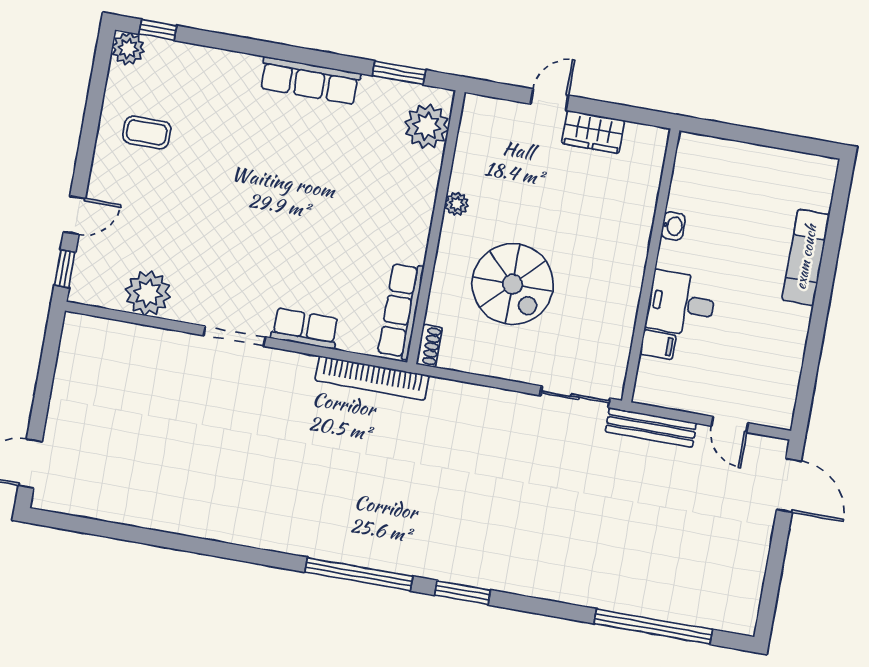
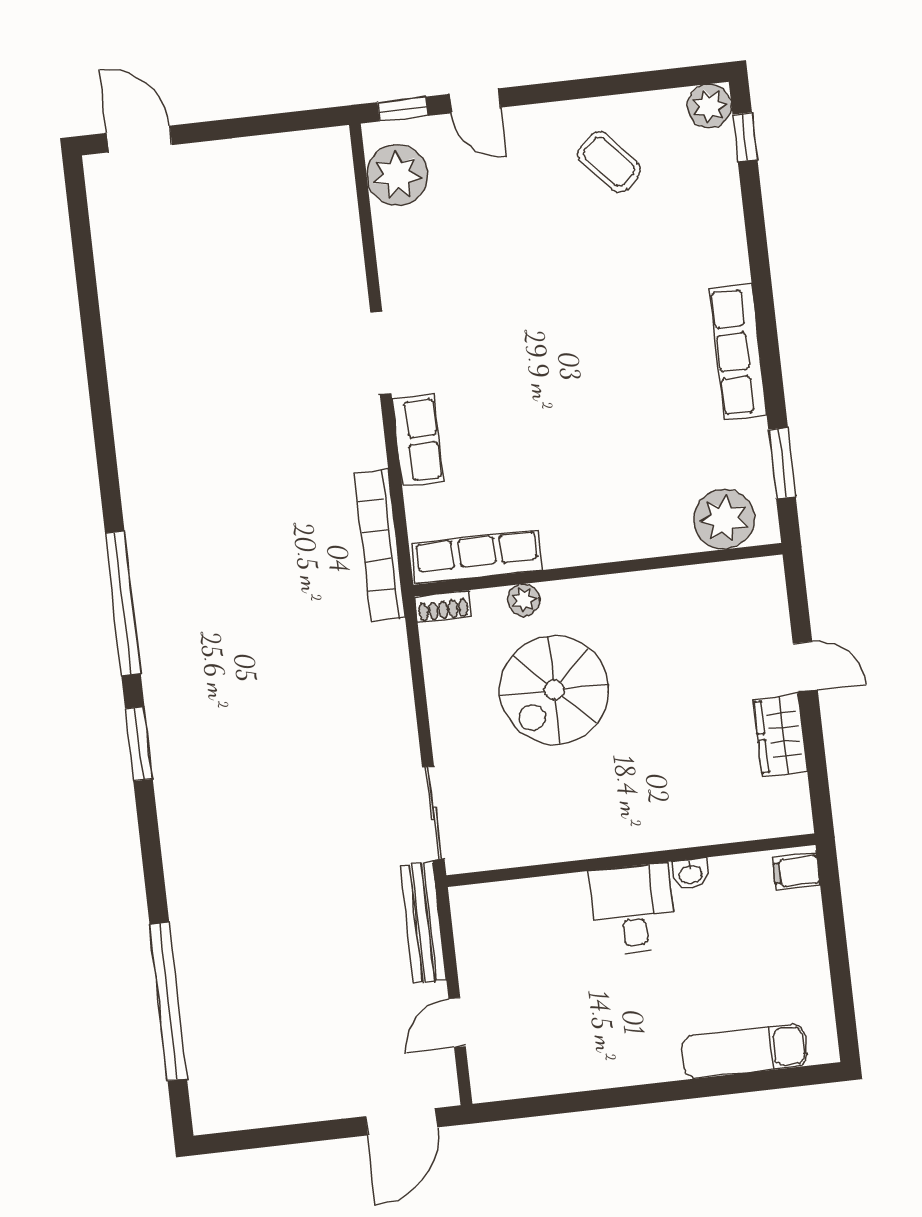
coffee table: (147, 132) -> (609, 162), turned -41
plant: (457, 204) -> (524, 600), moved
exam couch: (806, 257) -> (744, 1051), moved
plant: (148, 293) -> (397, 175), moved
desk: (681, 304) -> (633, 909), moved
filing cabinet: (658, 345) -> (796, 871), moved, turned 90

